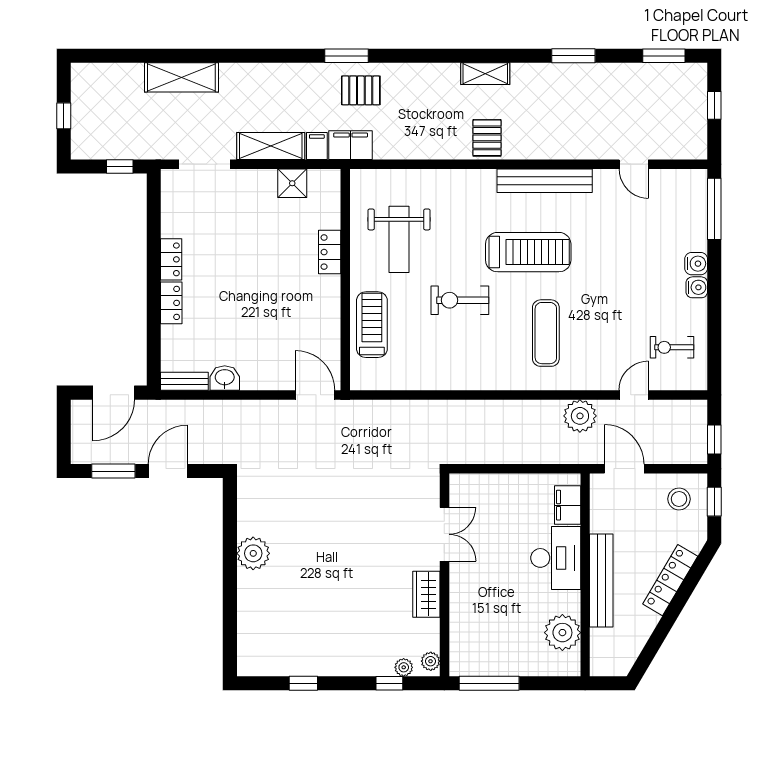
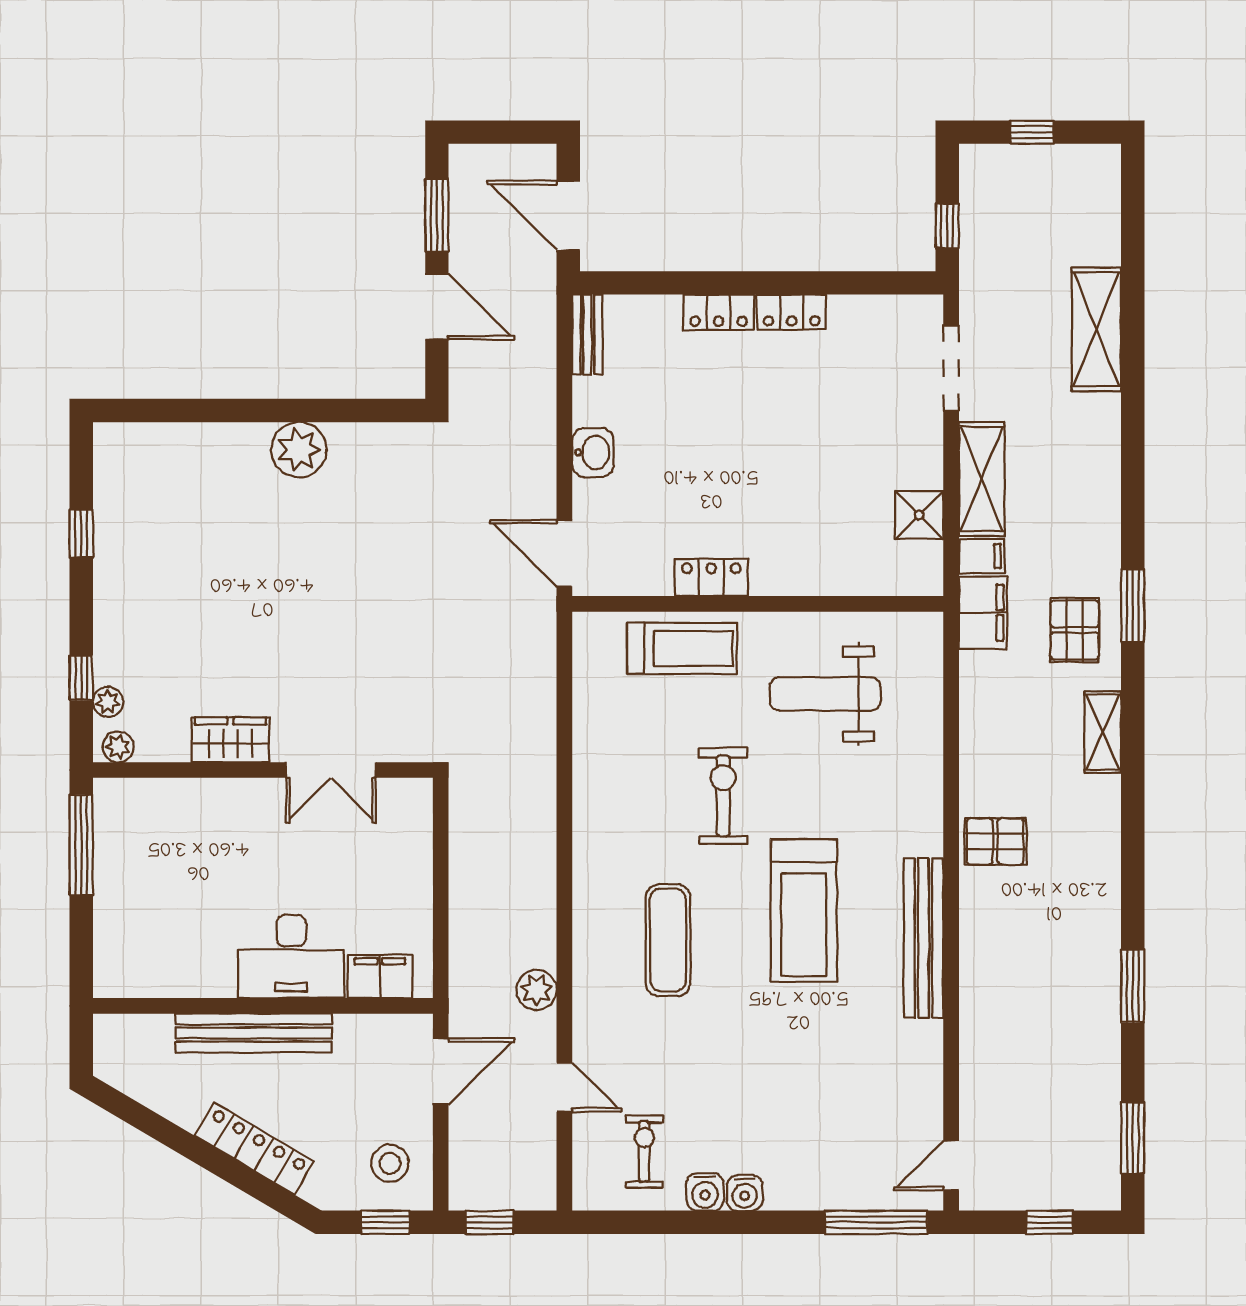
shelving: (485, 74) -> (1103, 732), moved
door: (634, 164) -> (951, 1166), moved
locker: (330, 252) -> (711, 578), moved
water cooler: (696, 264) -> (705, 1192), moved
exercise mat: (546, 333) -> (668, 940), turned 90
washbasin: (225, 378) -> (593, 452), moved
door: (315, 395) -> (564, 553), swing flipped
plant: (580, 416) -> (537, 990), width x0.73, depth x0.73
plant: (562, 633) -> (166, 968), removed

